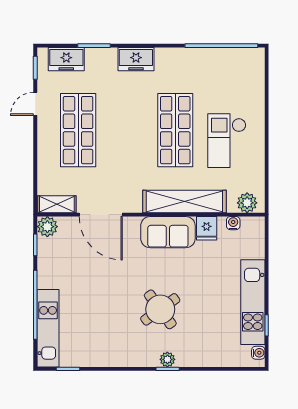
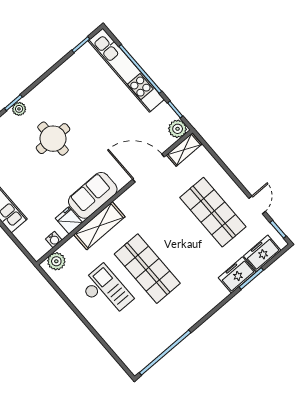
freezer: (136, 59) -> (237, 275), moved
shelving: (184, 201) -> (99, 226), width x0.68
round table: (160, 309) -> (53, 139), turned 36
kitchen unit: (48, 328) -> (126, 70), width x1.36

